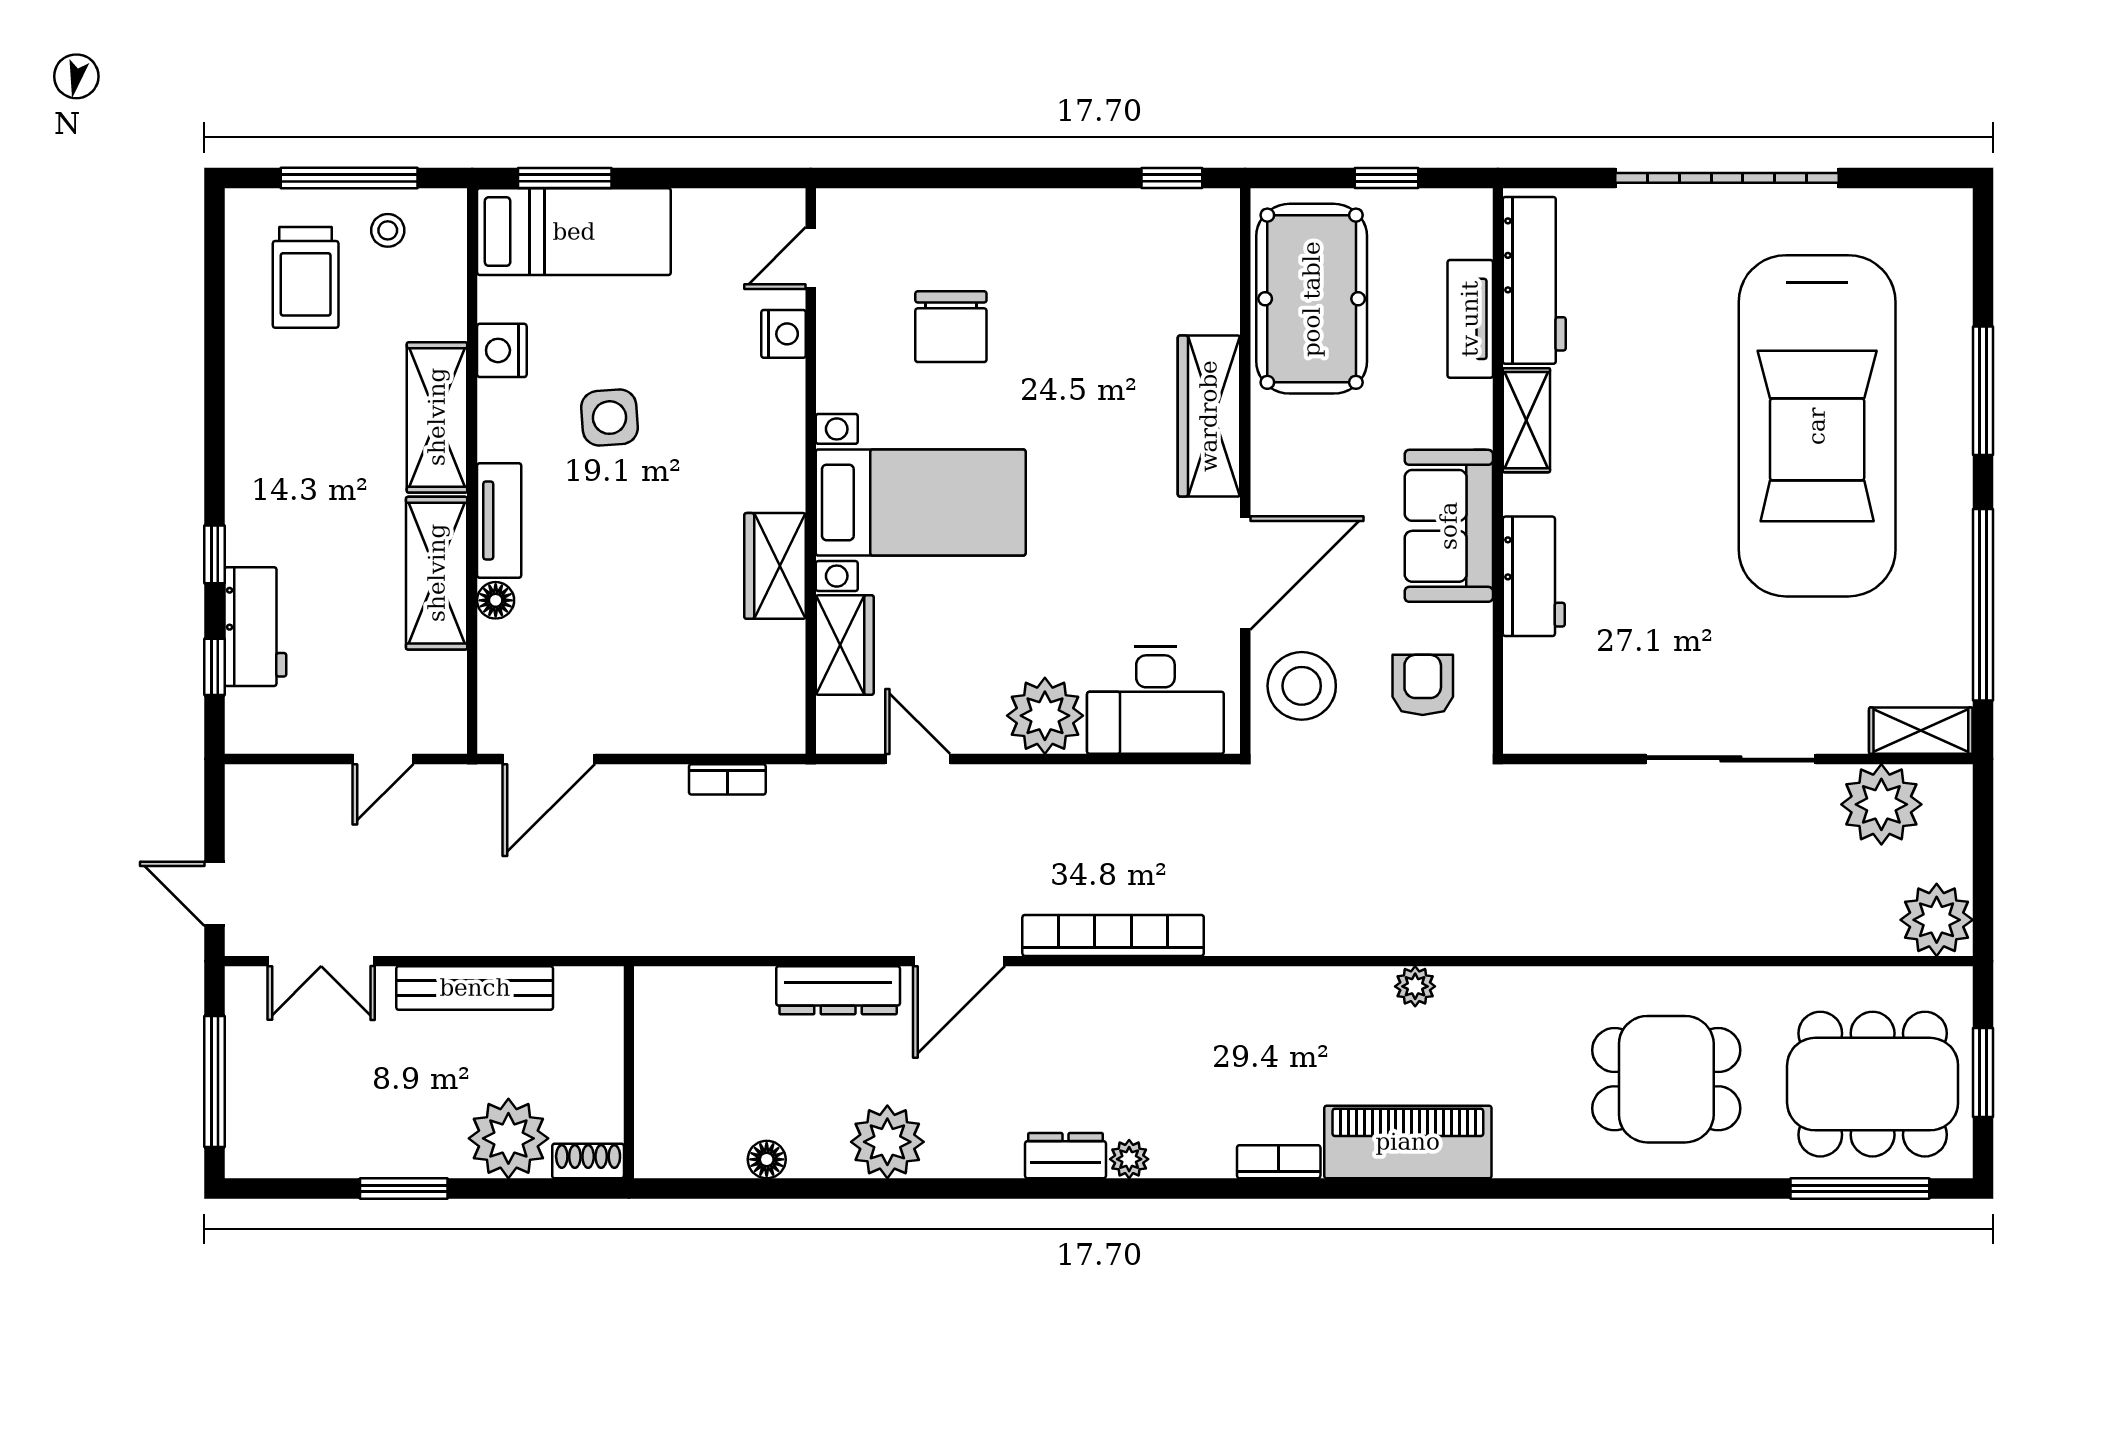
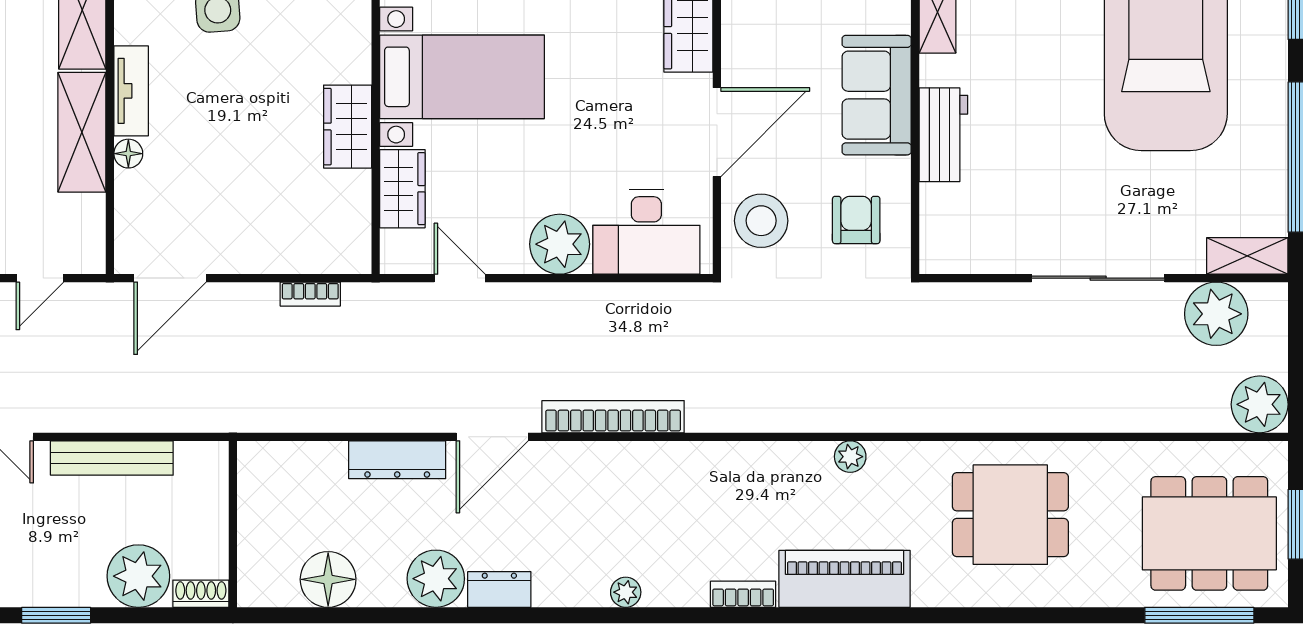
dining table: (1666, 1079) -> (1010, 515), moved
dresser: (1065, 1156) -> (499, 590), moved
floor lamp: (767, 1159) -> (328, 579), width x1.89, depth x1.89

